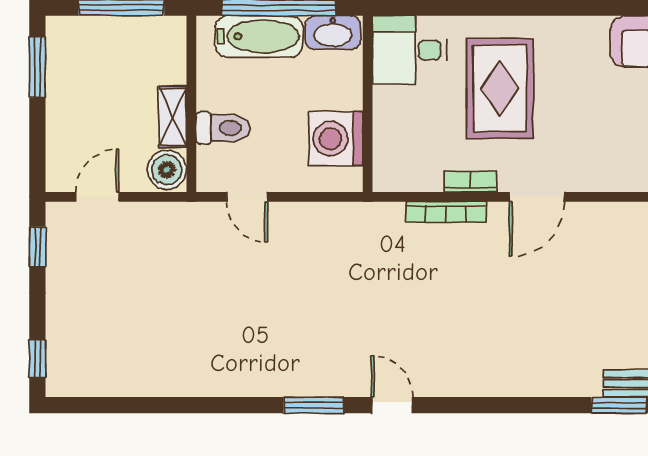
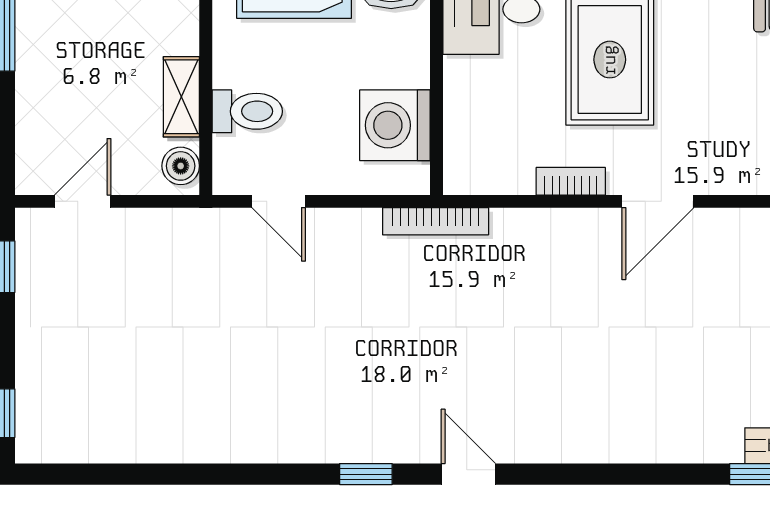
boiler: (167, 170) -> (181, 166), width x0.73, depth x0.73
bookcase: (446, 212) -> (436, 221), moved
window: (314, 405) -> (366, 474), width x0.67

